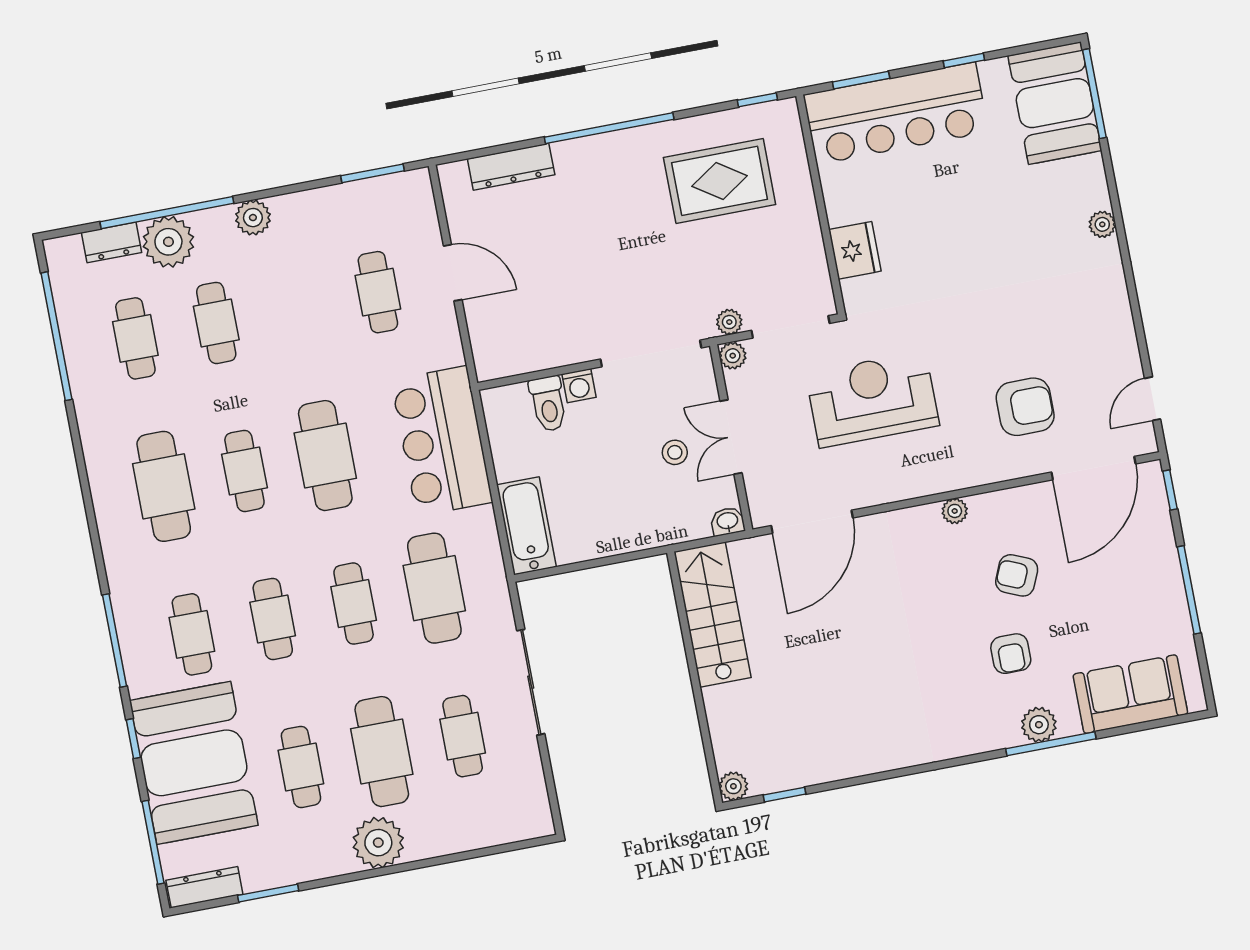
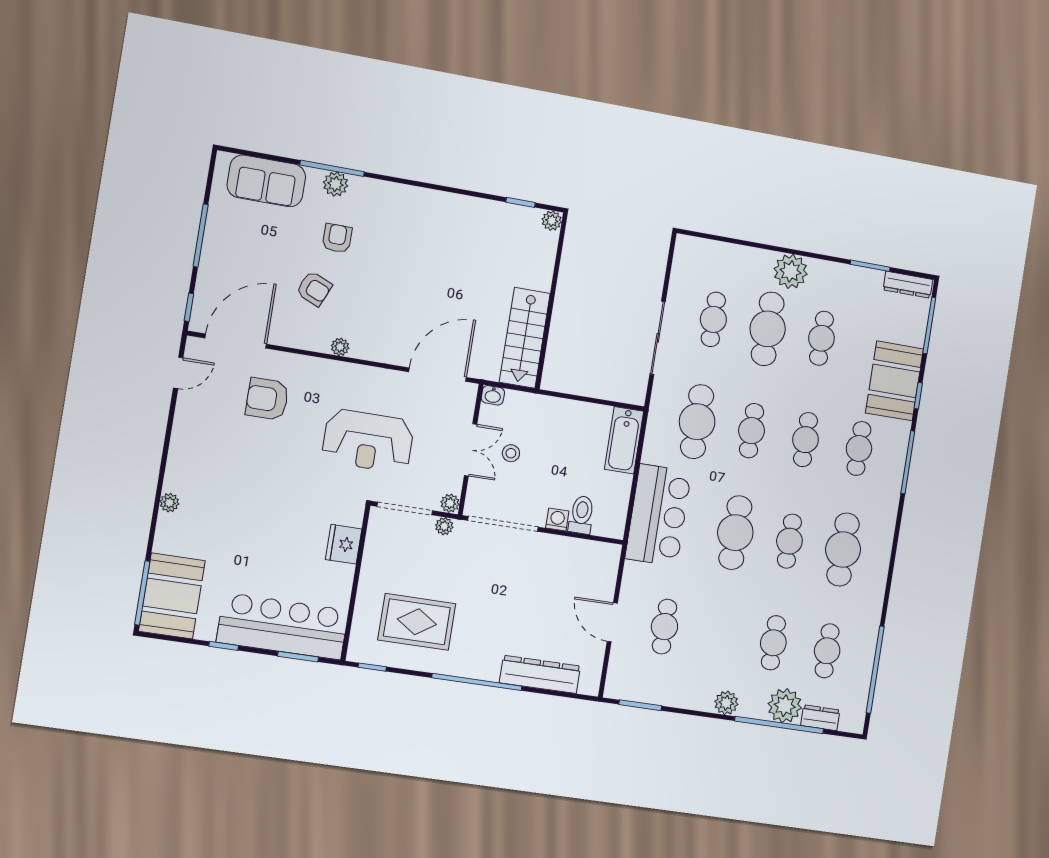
dresser: (511, 167) -> (540, 674), width x1.37, depth x1.24
booth: (194, 763) -> (894, 381), width x0.73, depth x0.70

